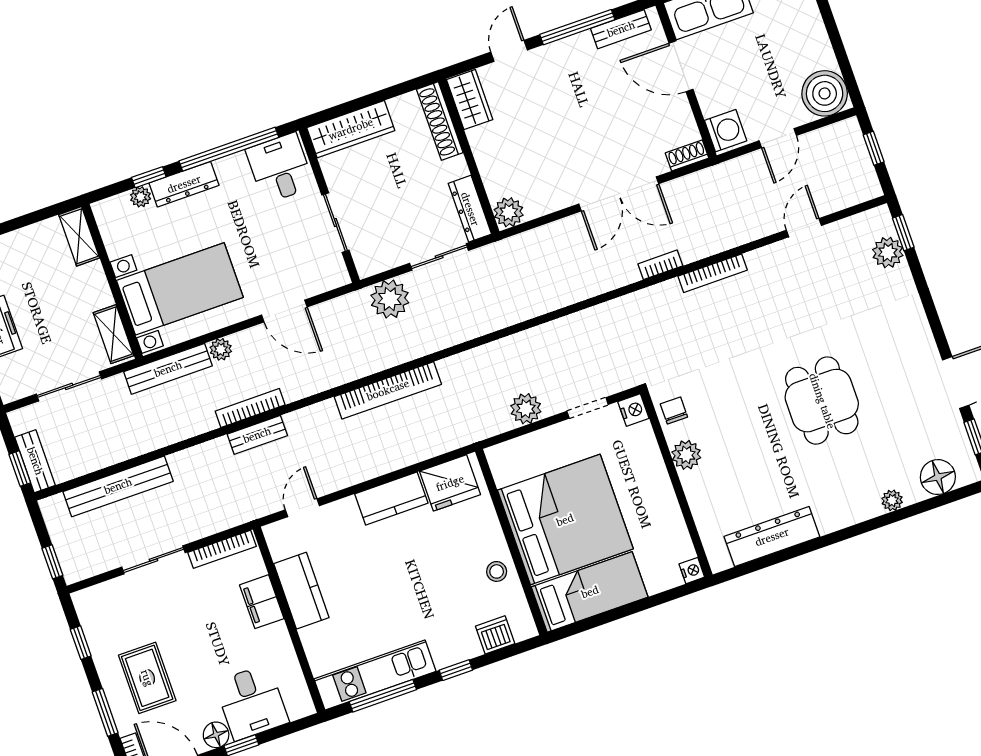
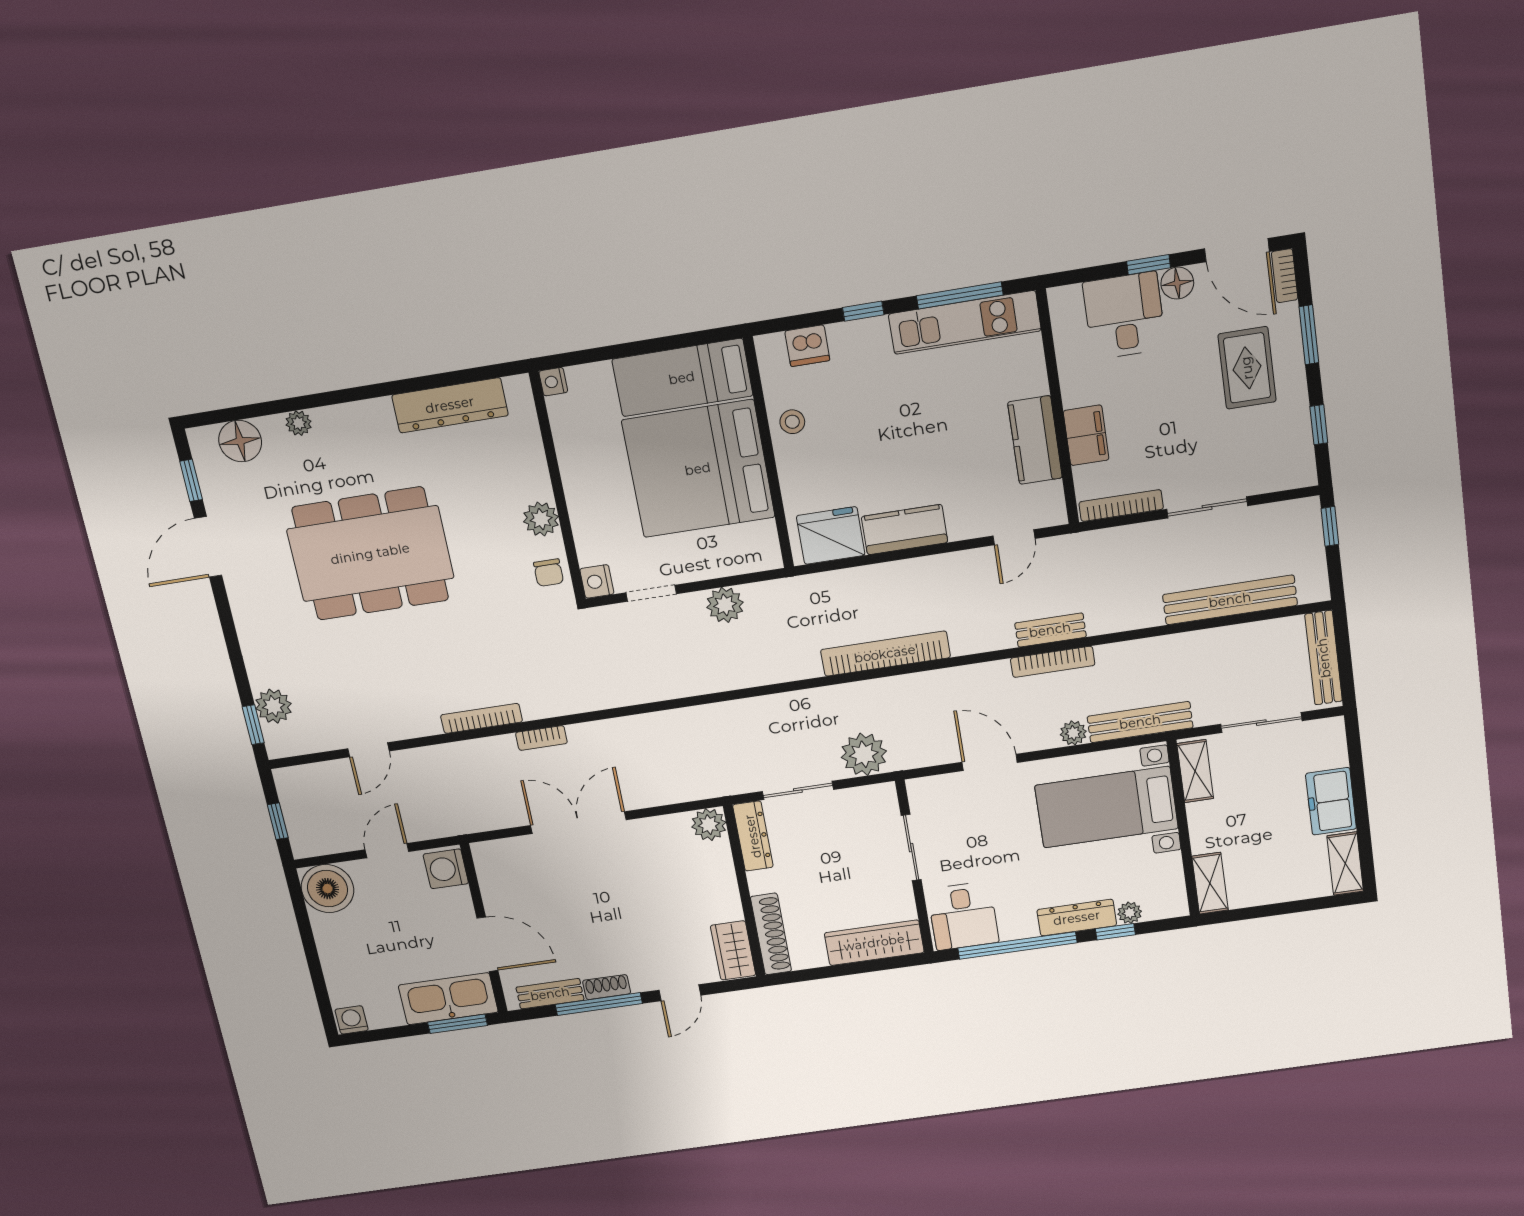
shoe rack: (687, 155) -> (607, 987), moved, turned 180
dining table: (822, 401) -> (370, 554), width x1.88, depth x1.24
bench: (35, 461) -> (1324, 658), width x1.36
window: (20, 469) -> (1342, 640), removed

